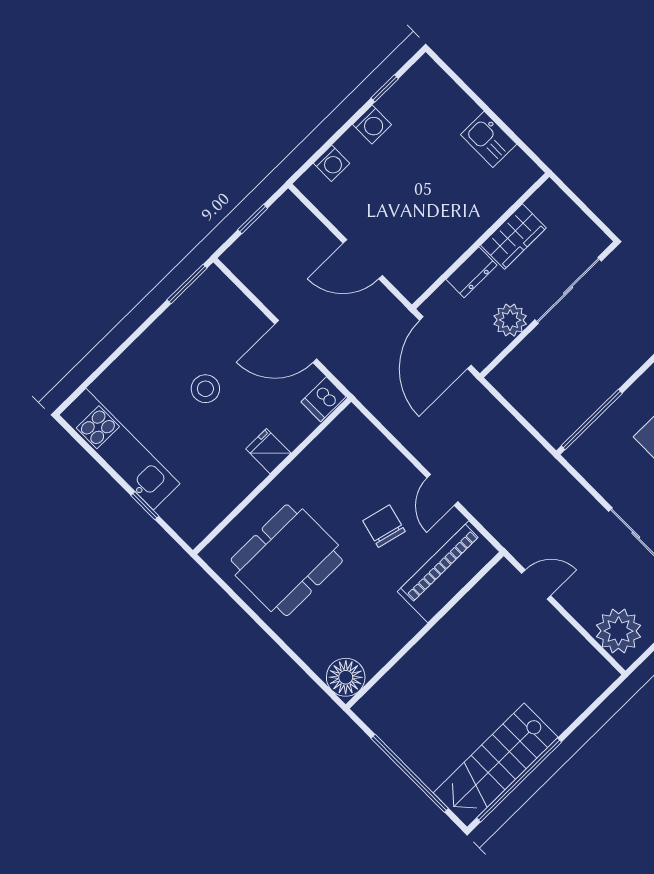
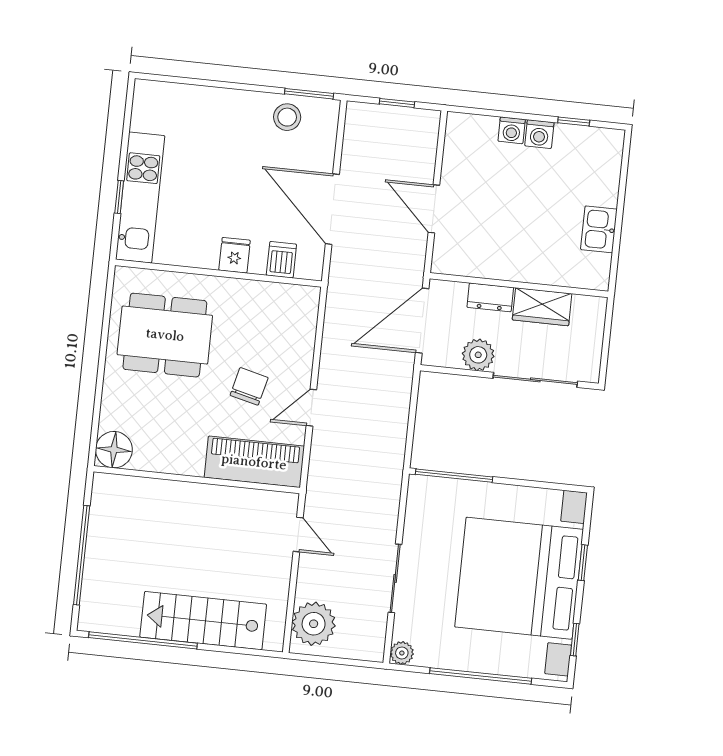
washing machine: (332, 163) -> (512, 130), moved
door: (296, 342) -> (332, 209), width x1.36
stool: (205, 389) -> (287, 117), moved
dishwasher: (323, 399) -> (281, 260), moved, turned 90
kitchen unit: (120, 449) -> (140, 198), moved
stairs: (496, 765) -> (203, 621), moved

